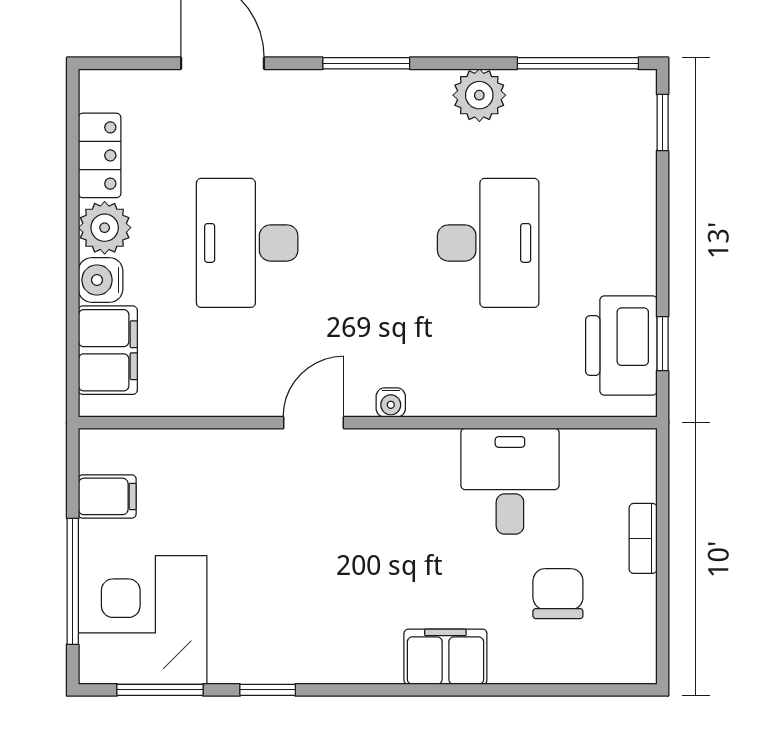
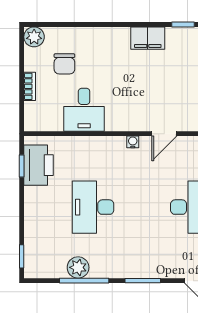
window: (578, 63) -> (84, 281), moved
plant: (479, 95) -> (78, 267), moved
filing cabinet: (445, 657) -> (148, 38), moved
plant: (632, 660) -> (34, 37), added

